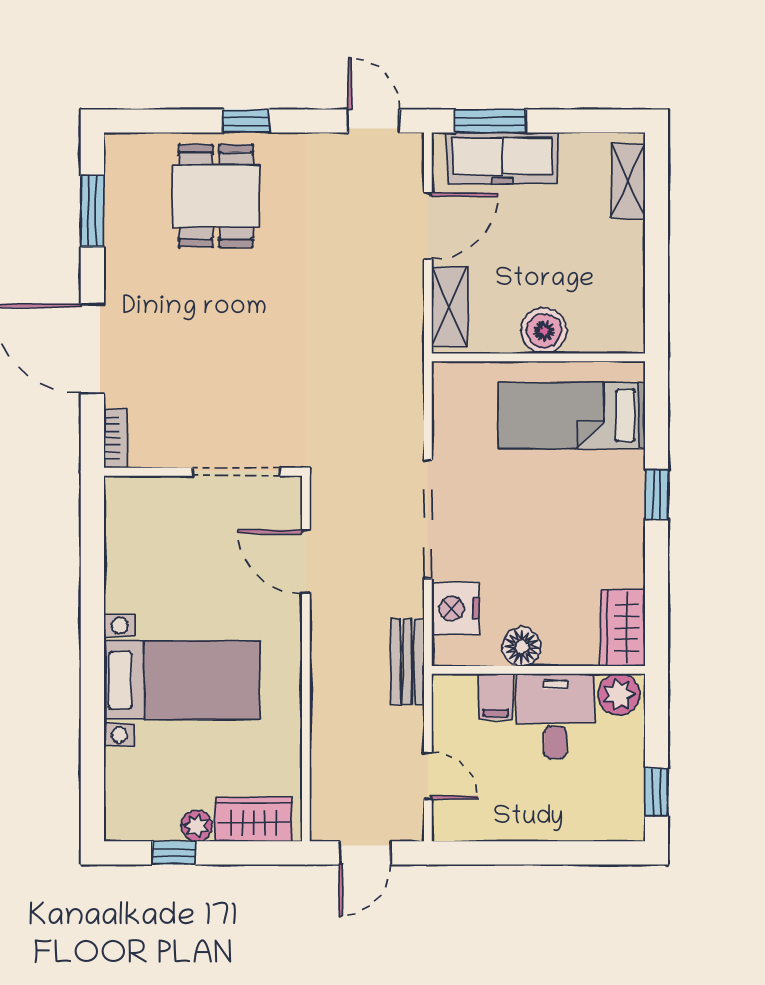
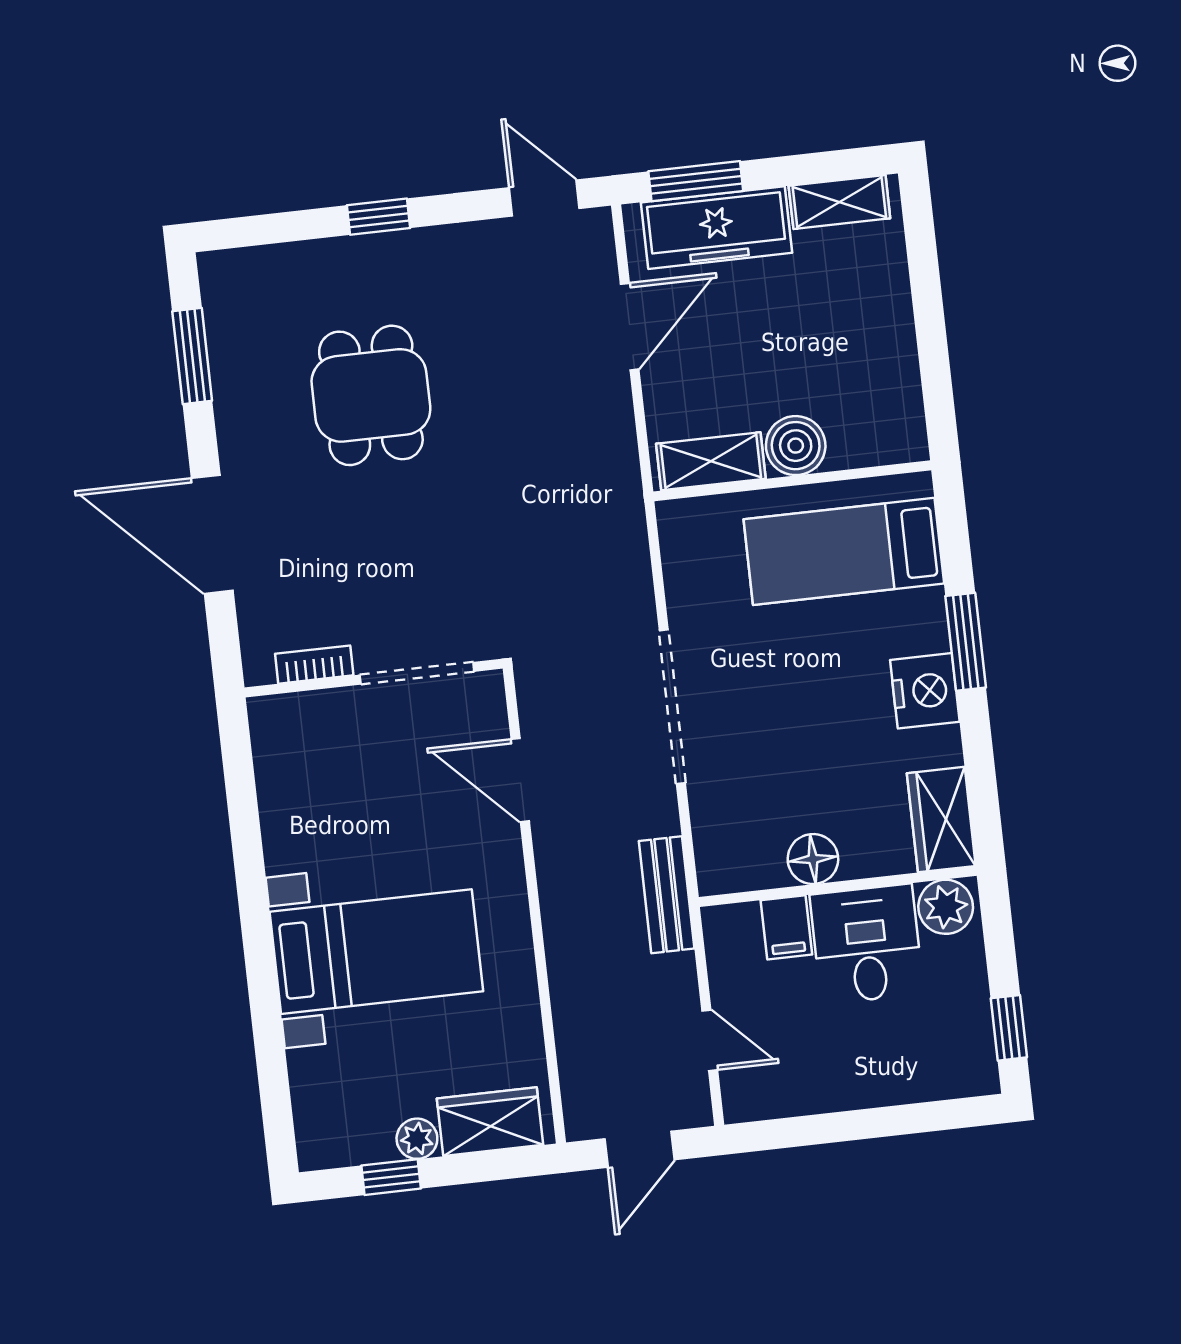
shelving: (628, 181) -> (839, 202), moved, turned 90
dining table: (216, 196) -> (371, 395), moved
shelving: (450, 307) -> (711, 461), moved, turned 90
bookcase: (115, 438) -> (314, 665), moved, turned -90
window: (657, 495) -> (966, 642), width x1.50
nightstand: (455, 608) -> (925, 691), moved, turned 180

